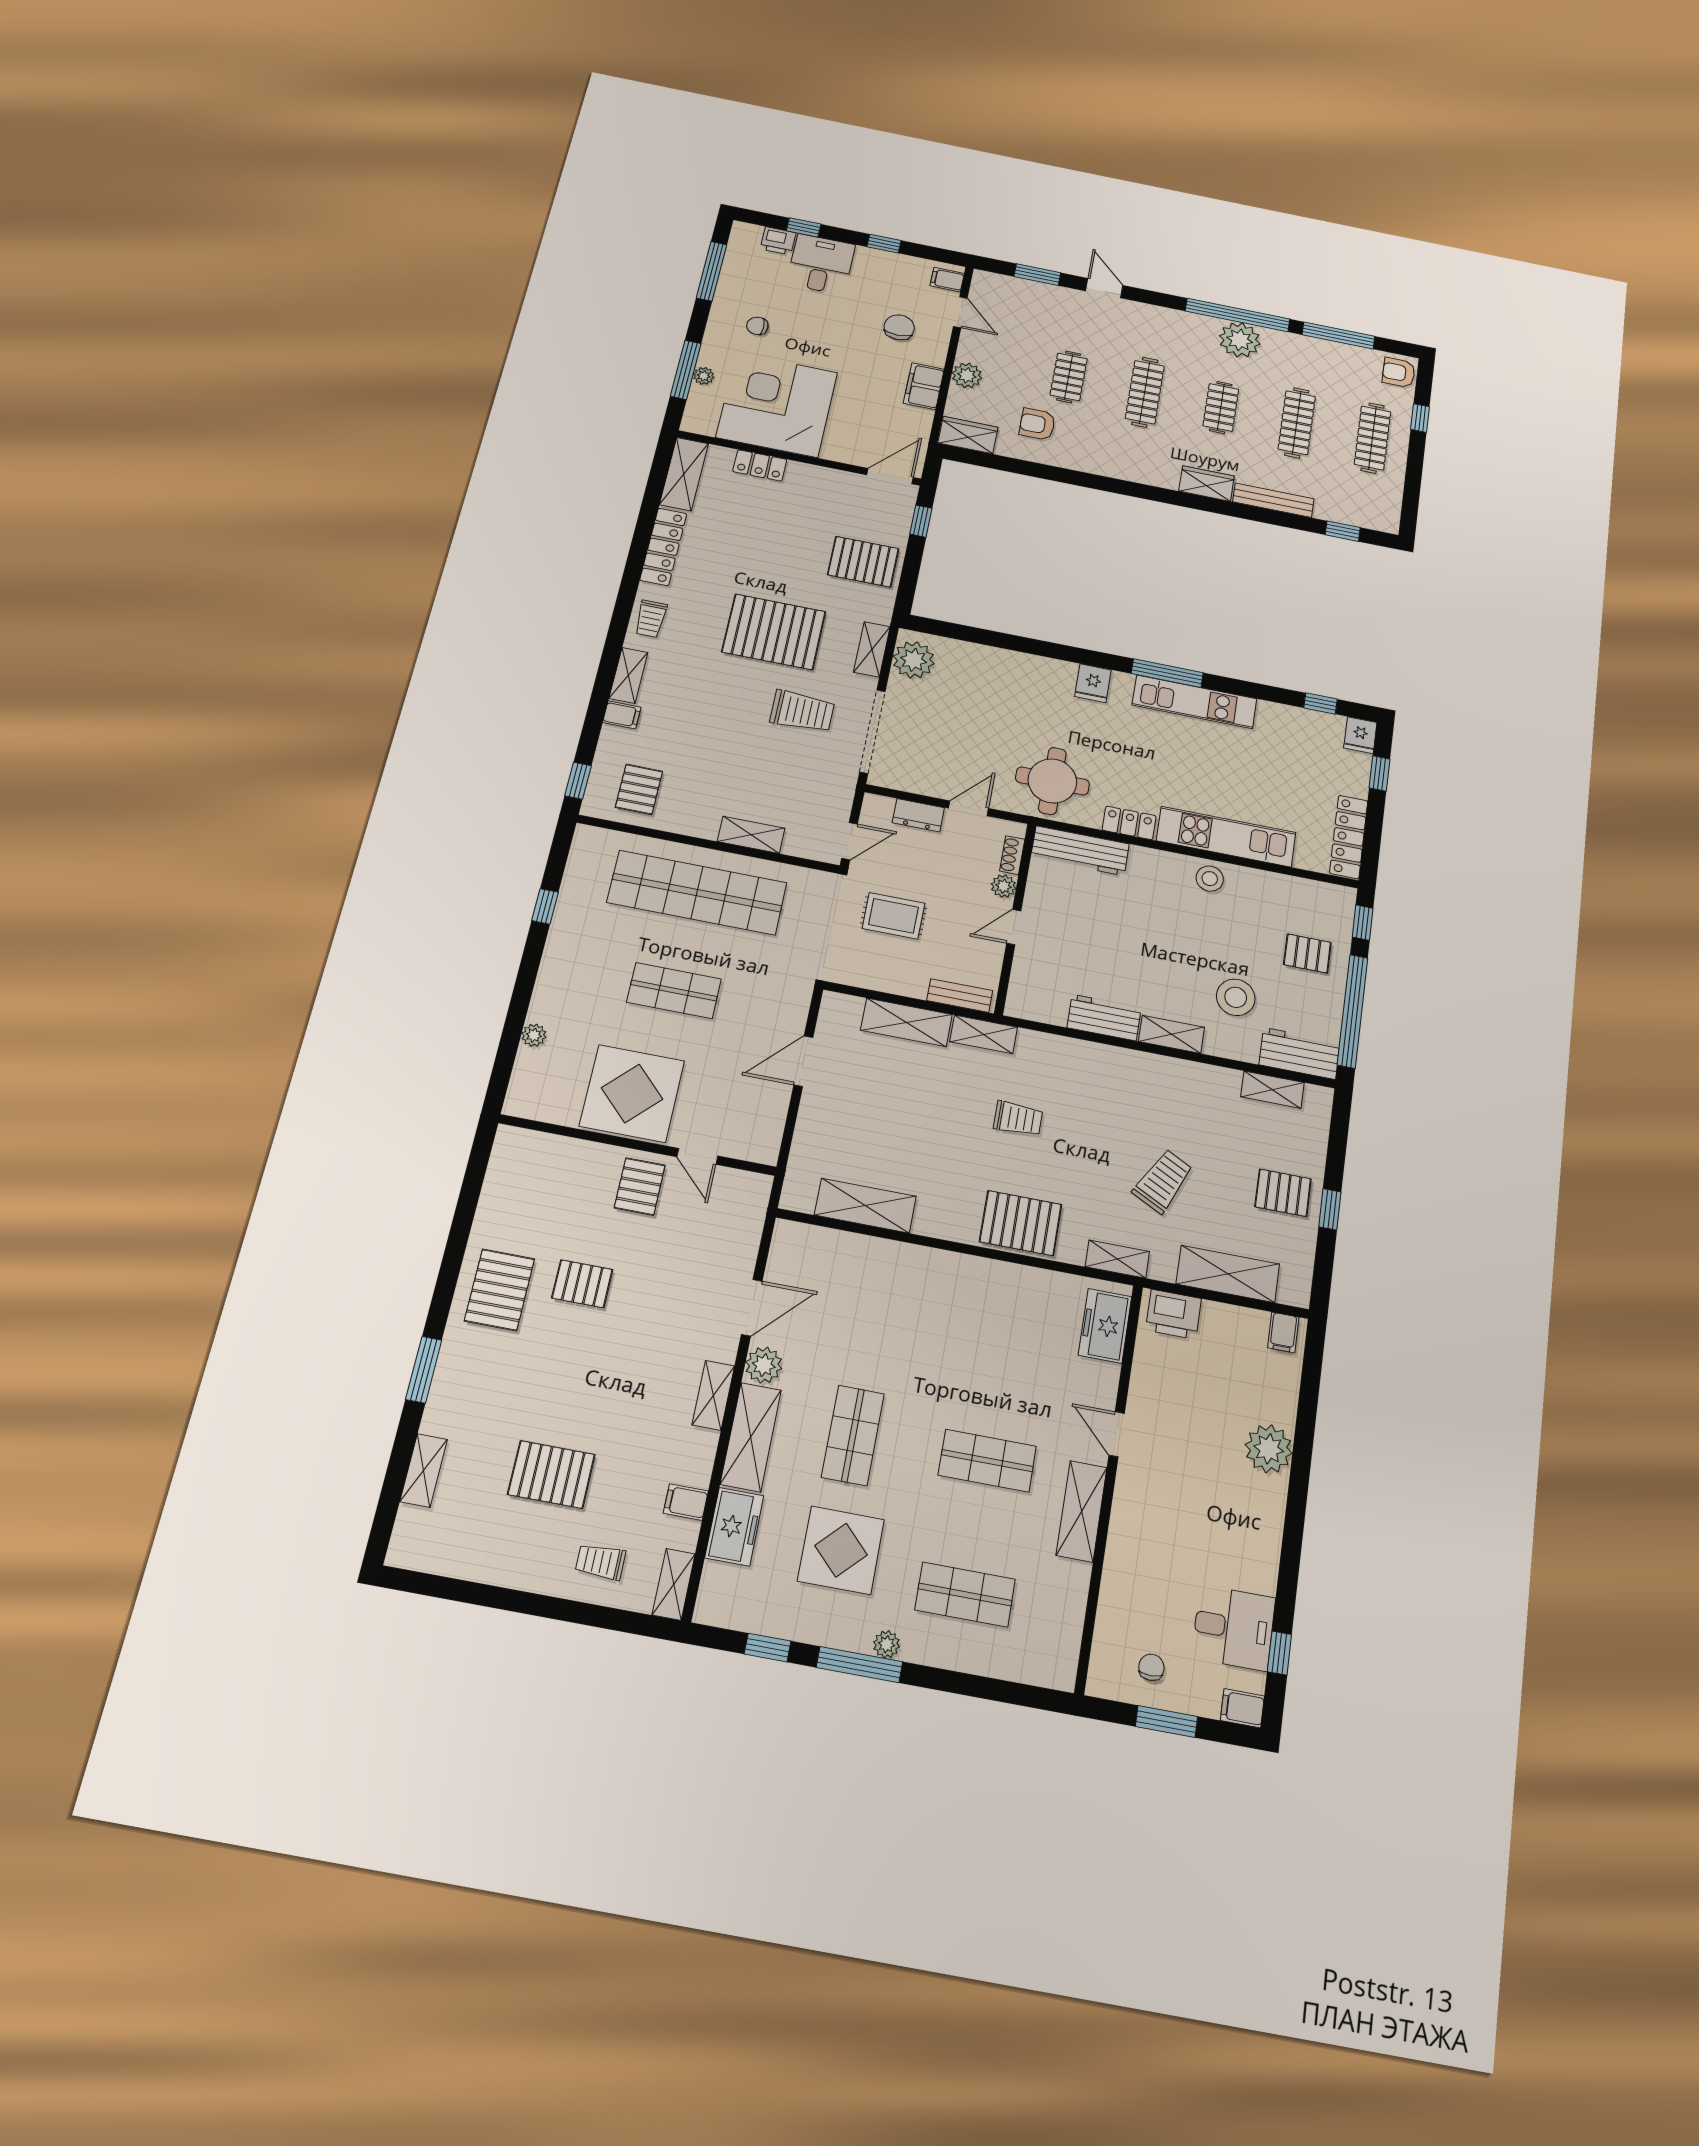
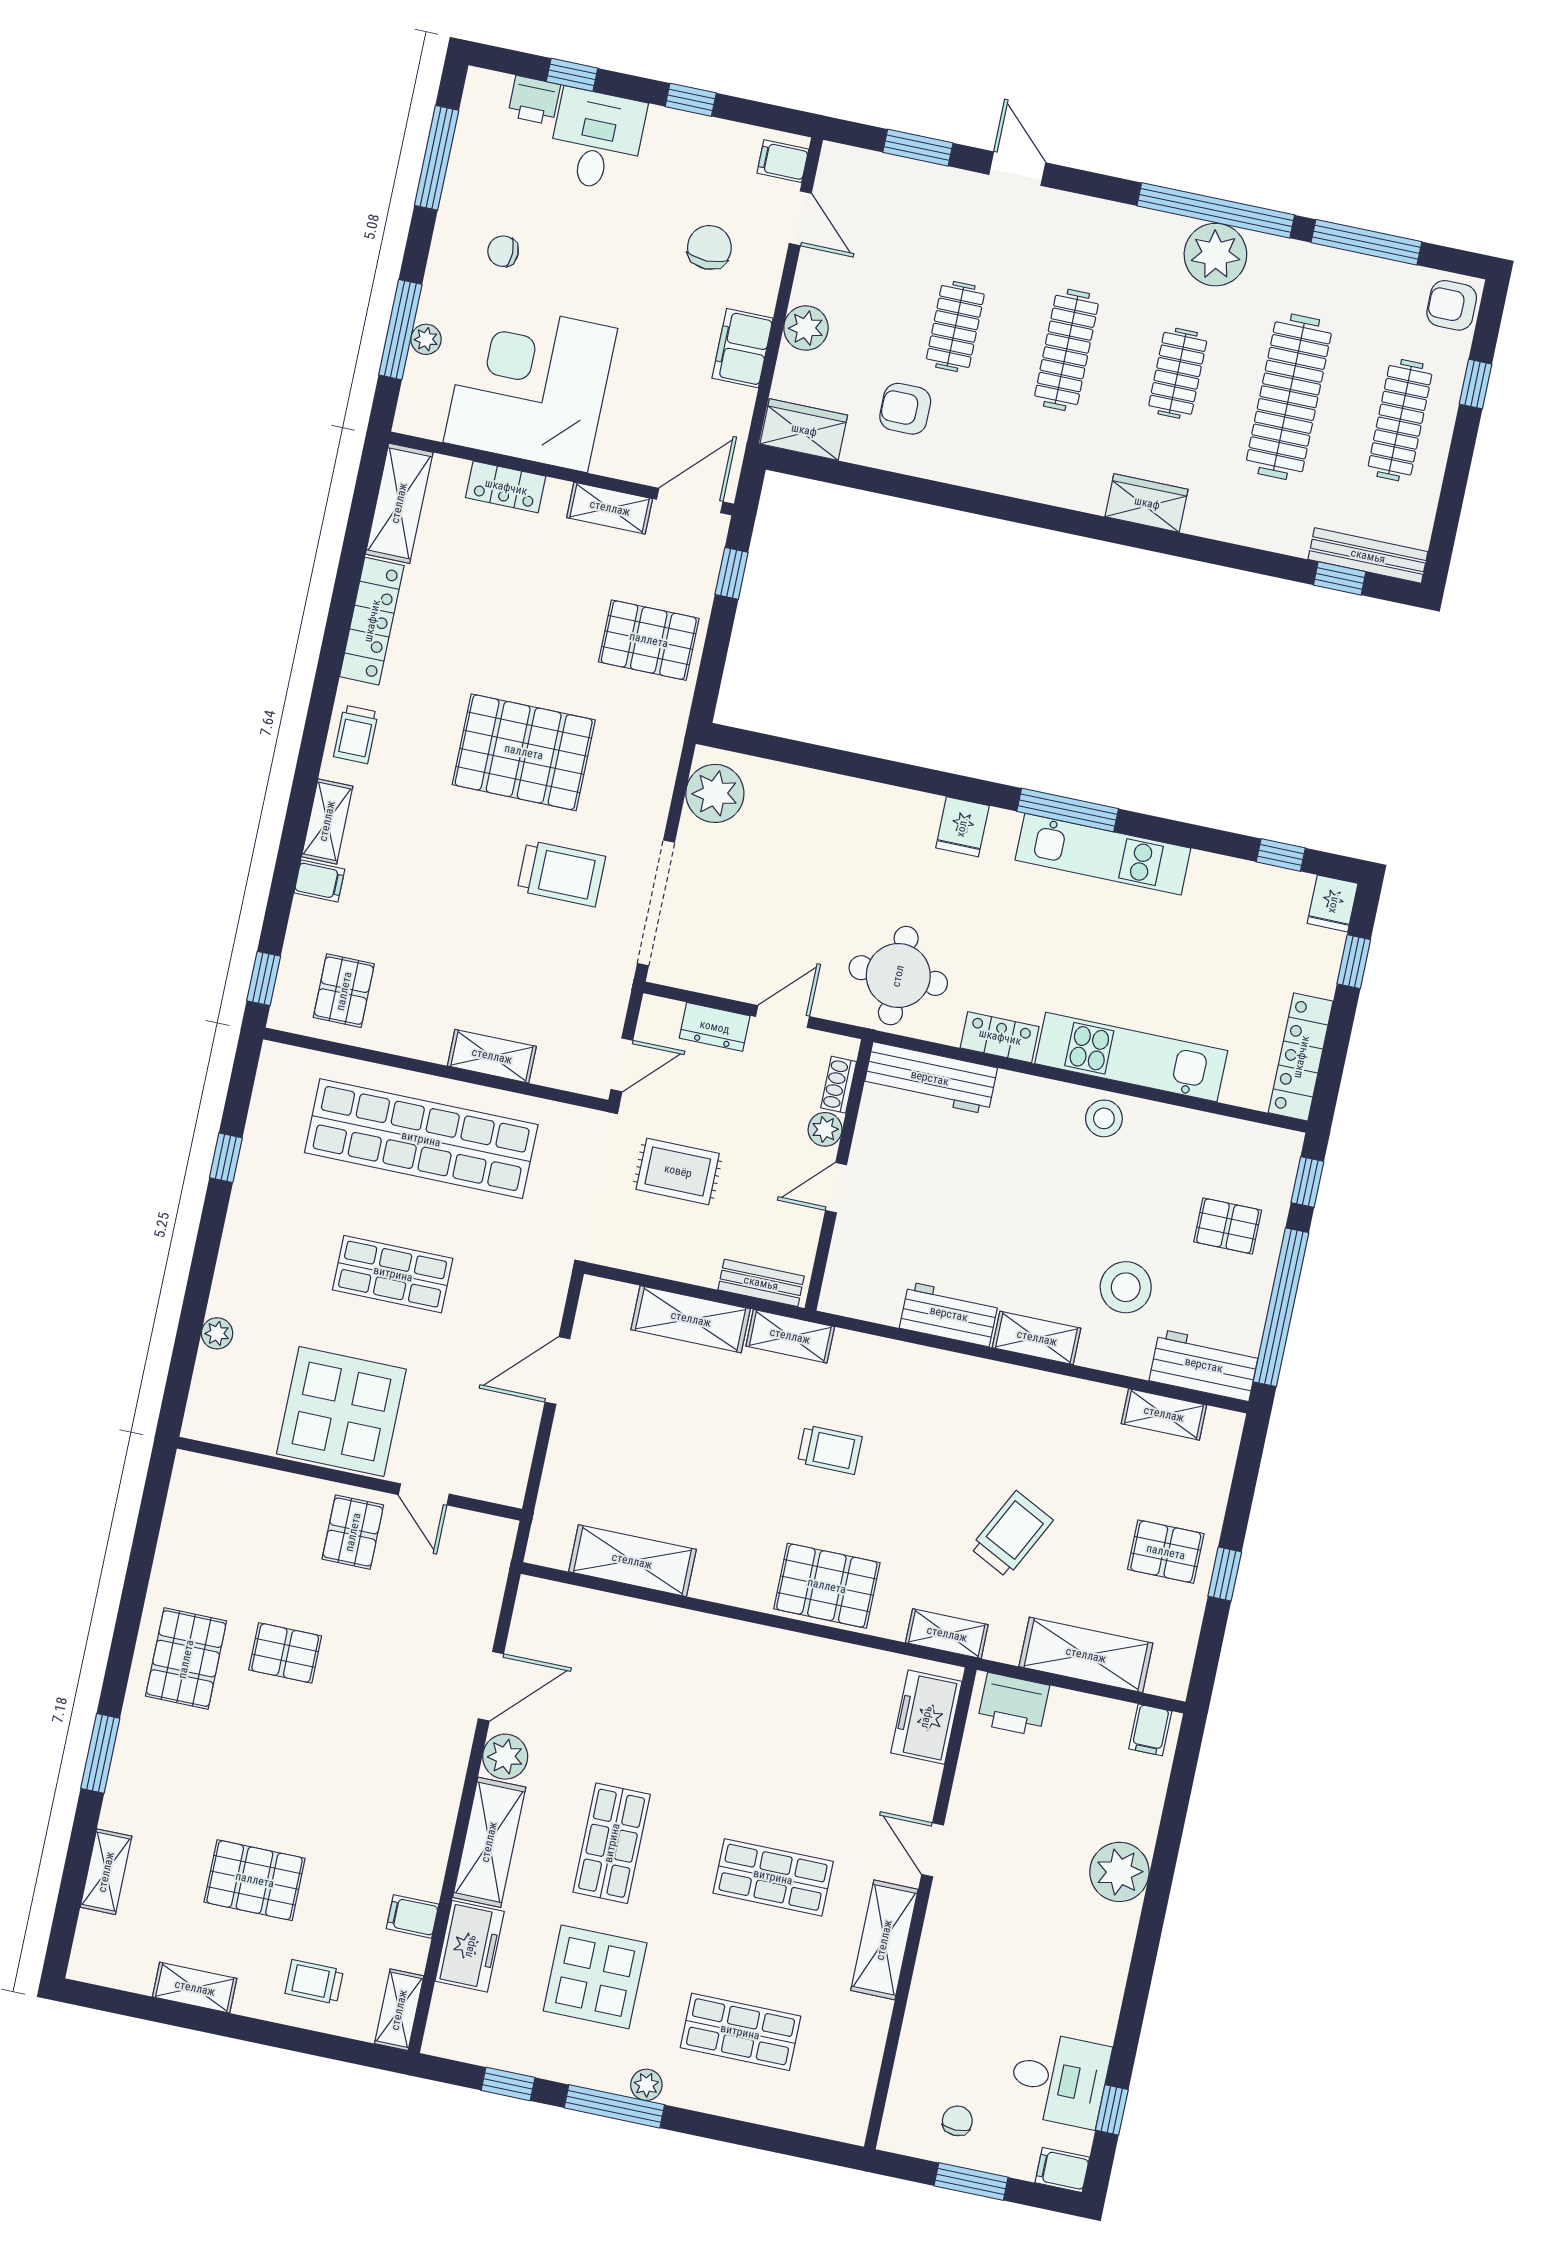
clothes rail: (1297, 423) -> (1289, 397), width x1.37, depth x1.31
bench: (1273, 500) -> (1368, 556), moved
shelving: (872, 649) -> (610, 508), moved, turned 90
shelving: (713, 1395) -> (195, 1988), moved, turned 90

